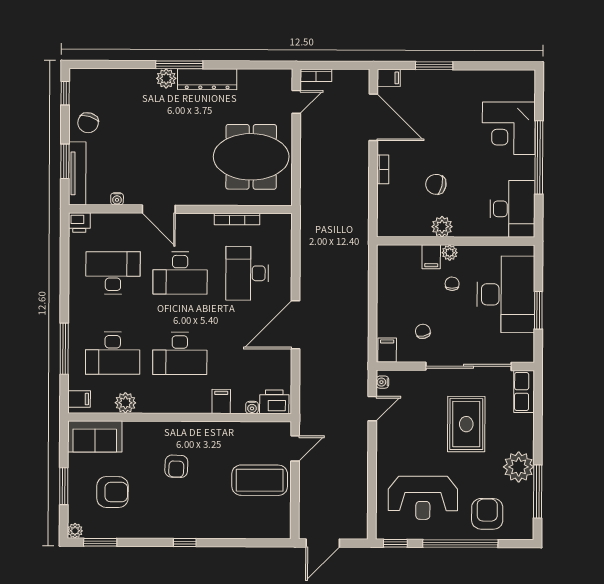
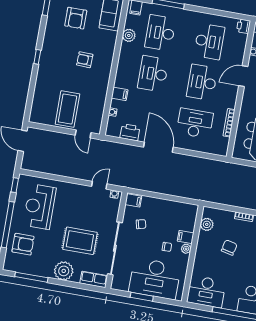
plant: (442, 227) -> (207, 224), moved
printer: (274, 402) -> (130, 132), moved, turned -90
door: (372, 409) -> (99, 185), swing flipped
plant: (519, 467) -> (64, 271), moved

